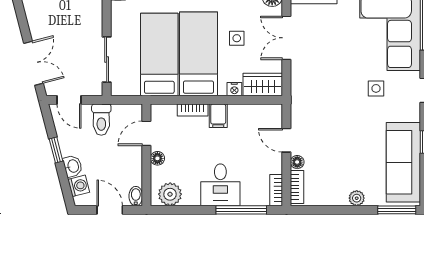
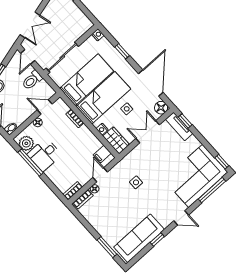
sliding door: (107, 59) -> (62, 57), width x1.37
side table: (376, 88) -> (136, 182), moved
filing cabinet: (218, 116) -> (102, 154), moved
desk: (220, 185) -> (44, 155), moved
plant: (357, 198) -> (103, 232), removed
window: (241, 210) -> (31, 163), moved
window: (397, 210) -> (107, 247), moved

